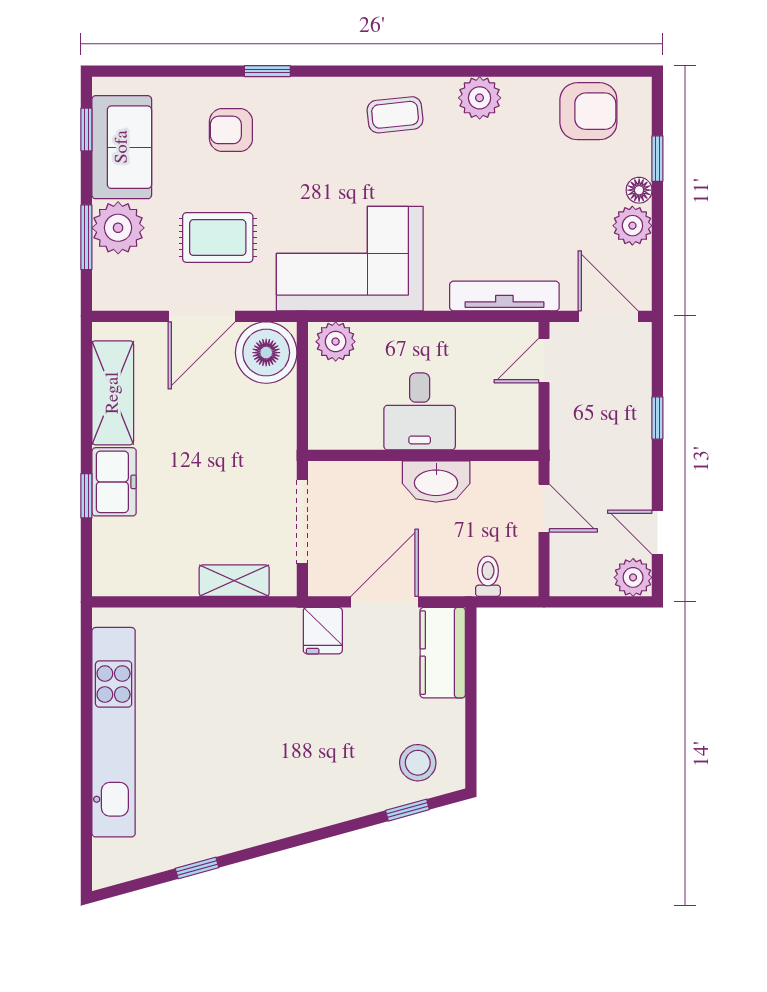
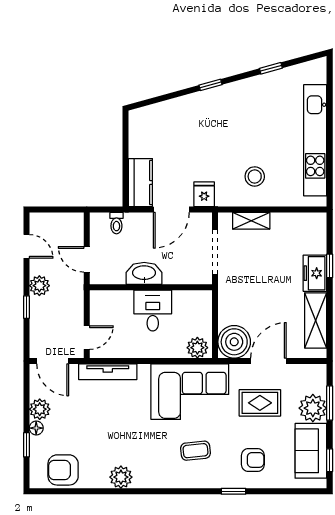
coffee table: (395, 115) -> (195, 451), moved
plant: (633, 577) -> (39, 286), moved
stool: (418, 763) -> (255, 176), moved
window: (407, 810) -> (211, 85), moved

